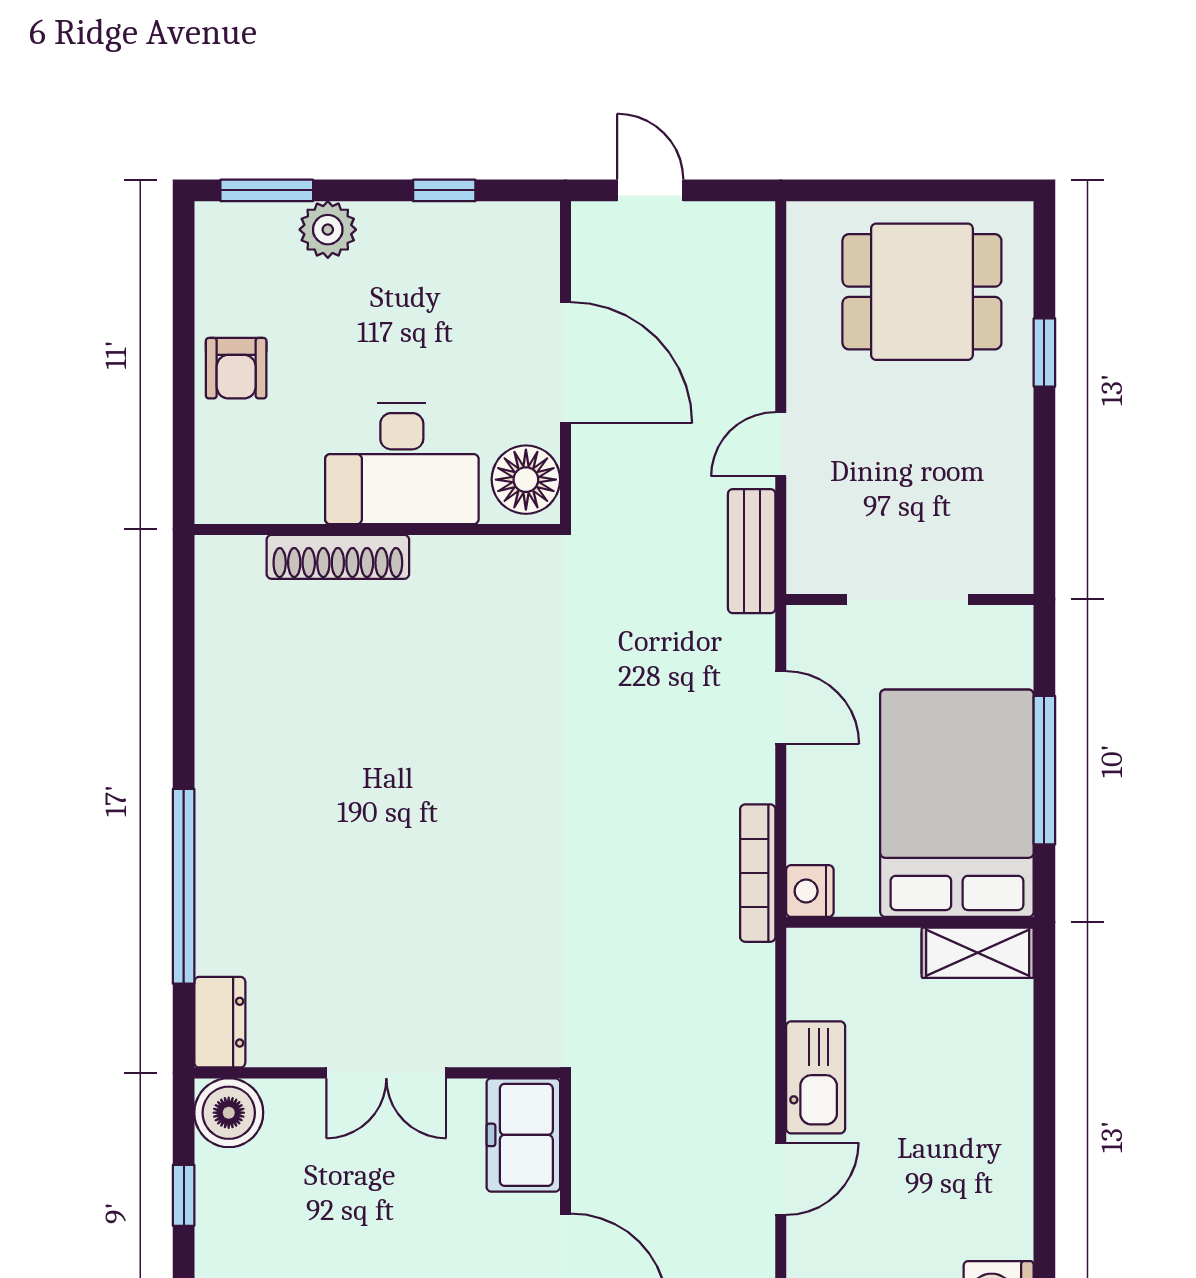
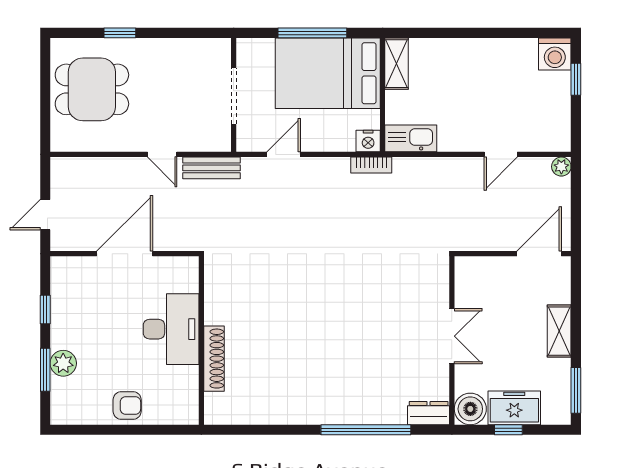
window: (267, 190) -> (45, 370), moved
dining table: (922, 292) -> (92, 89), turned 90
floor lamp: (526, 480) -> (178, 272), removed
bookcase: (758, 873) -> (371, 165), width x0.64
kitchen sink: (816, 1077) -> (411, 138), moved
freezer: (523, 1135) -> (514, 408), moved, turned 180
door: (781, 1179) -> (501, 154), swing flipped

